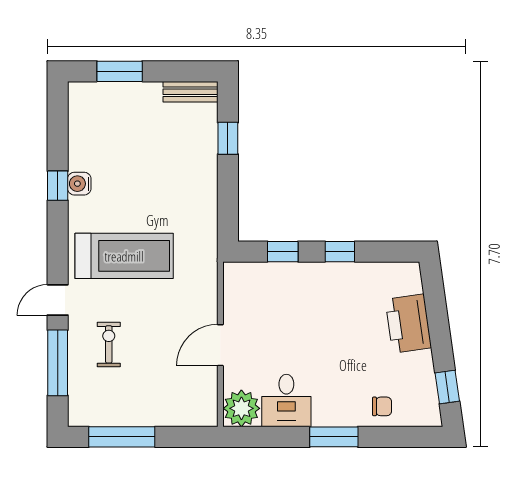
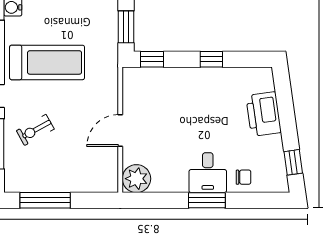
window: (228, 209) -> (126, 27), added
window: (283, 252) -> (152, 59), moved
exercise bike: (109, 344) -> (35, 130), turned -119
desk: (286, 400) -> (208, 173), moved

